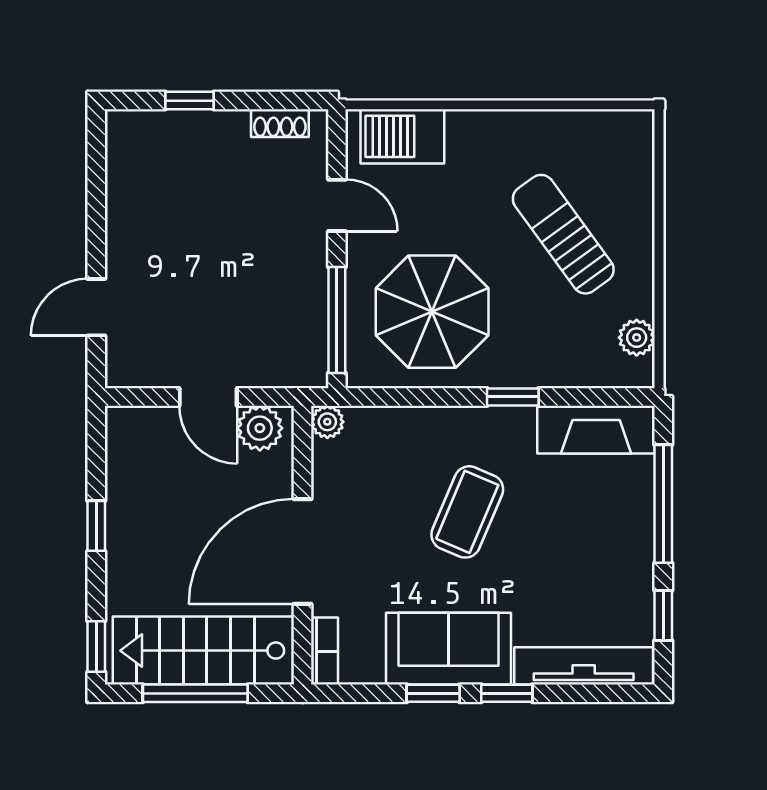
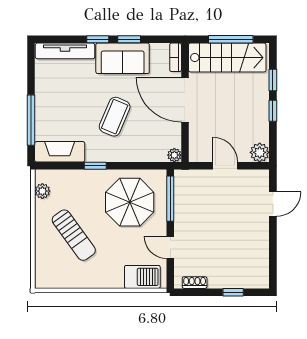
plant: (260, 428) -> (260, 152), moved
door: (302, 552) -> (185, 100), swing flipped
window: (663, 616) -> (31, 72), removed
window: (96, 646) -> (273, 80), moved

